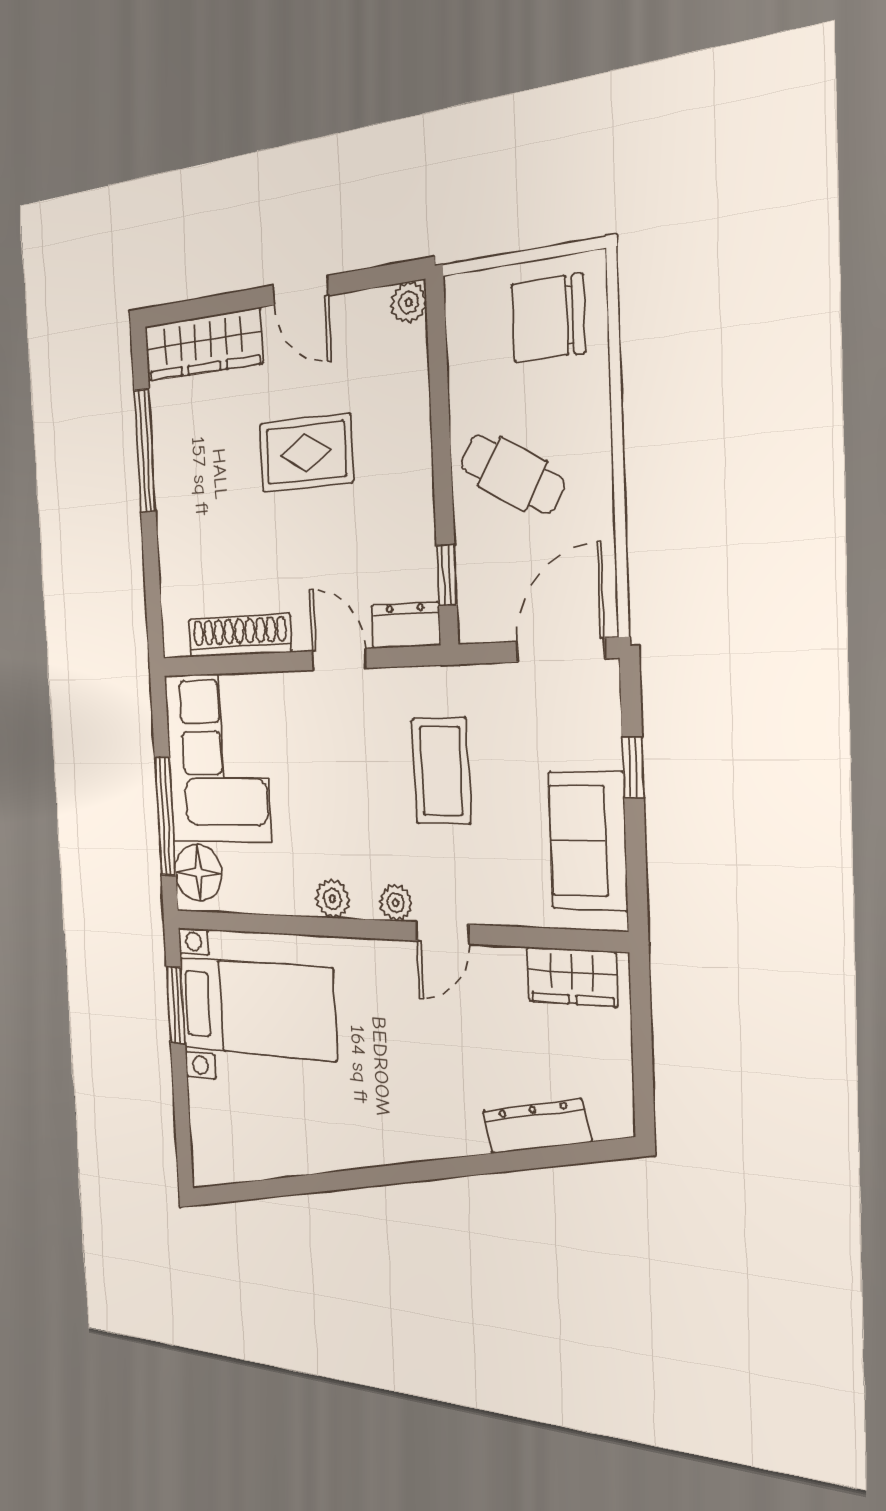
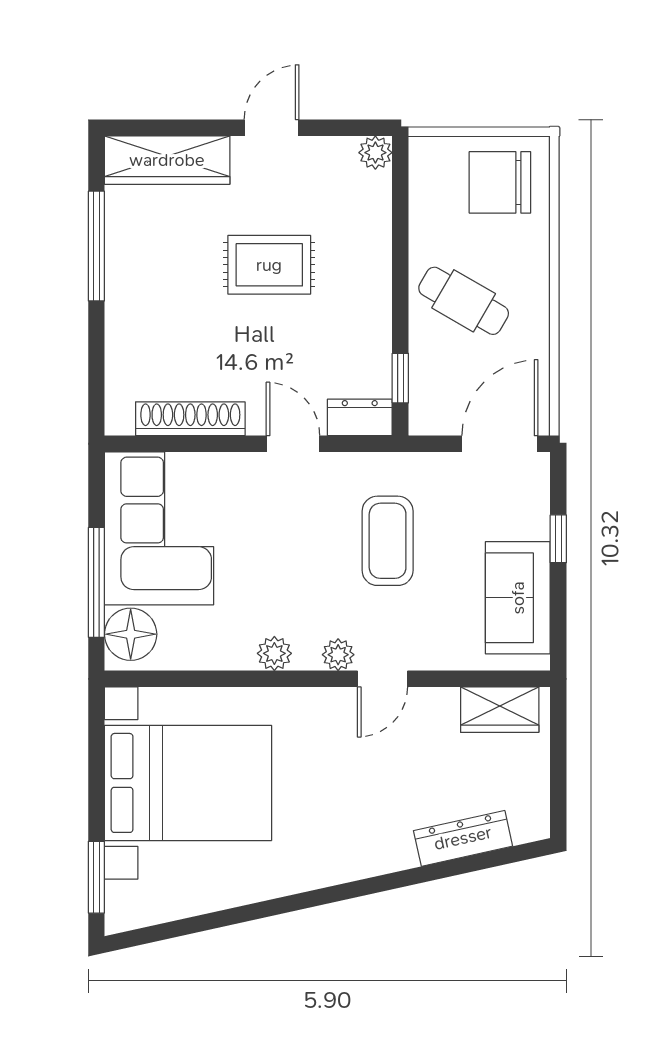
door: (301, 290) -> (272, 128), swing flipped
window: (176, 1005) -> (96, 877), moved
bed with nightstands: (257, 1008) -> (188, 783), width x1.36

